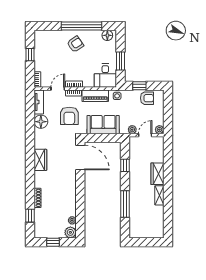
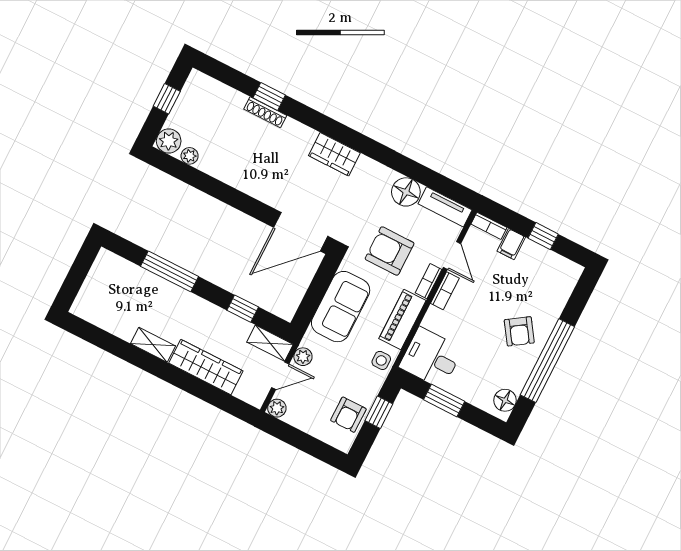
filing cabinet: (40, 66) -> (511, 244), added
door: (145, 135) -> (280, 376), hinge flipped
shelving: (134, 146) -> (270, 343), added
wardrobe: (157, 174) -> (206, 367), width x1.50
window: (30, 216) -> (269, 96), moved

